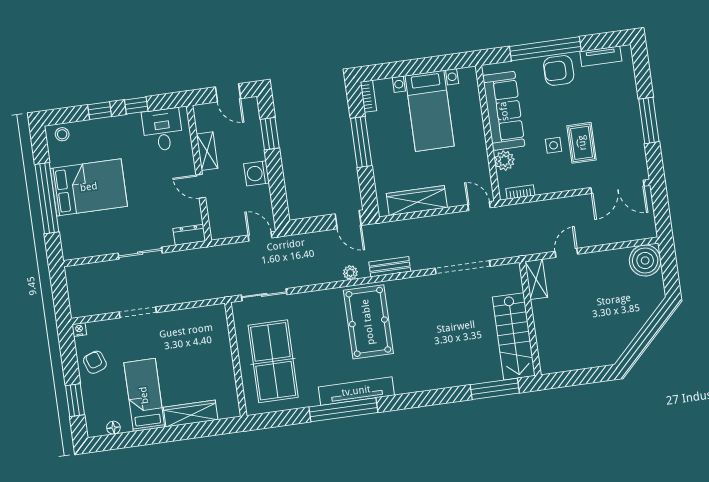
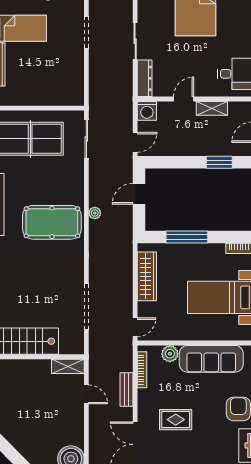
window: (361, 142) -> (187, 237), moved
side table: (554, 145) -> (177, 396), removed
washing machine: (257, 173) -> (147, 111), moved, turned 180
bookcase: (520, 192) -> (142, 370), width x1.56
door: (348, 220) -> (139, 194), moved
dresser: (189, 235) -> (145, 78), width x1.44
bench: (390, 267) -> (126, 390), moved

